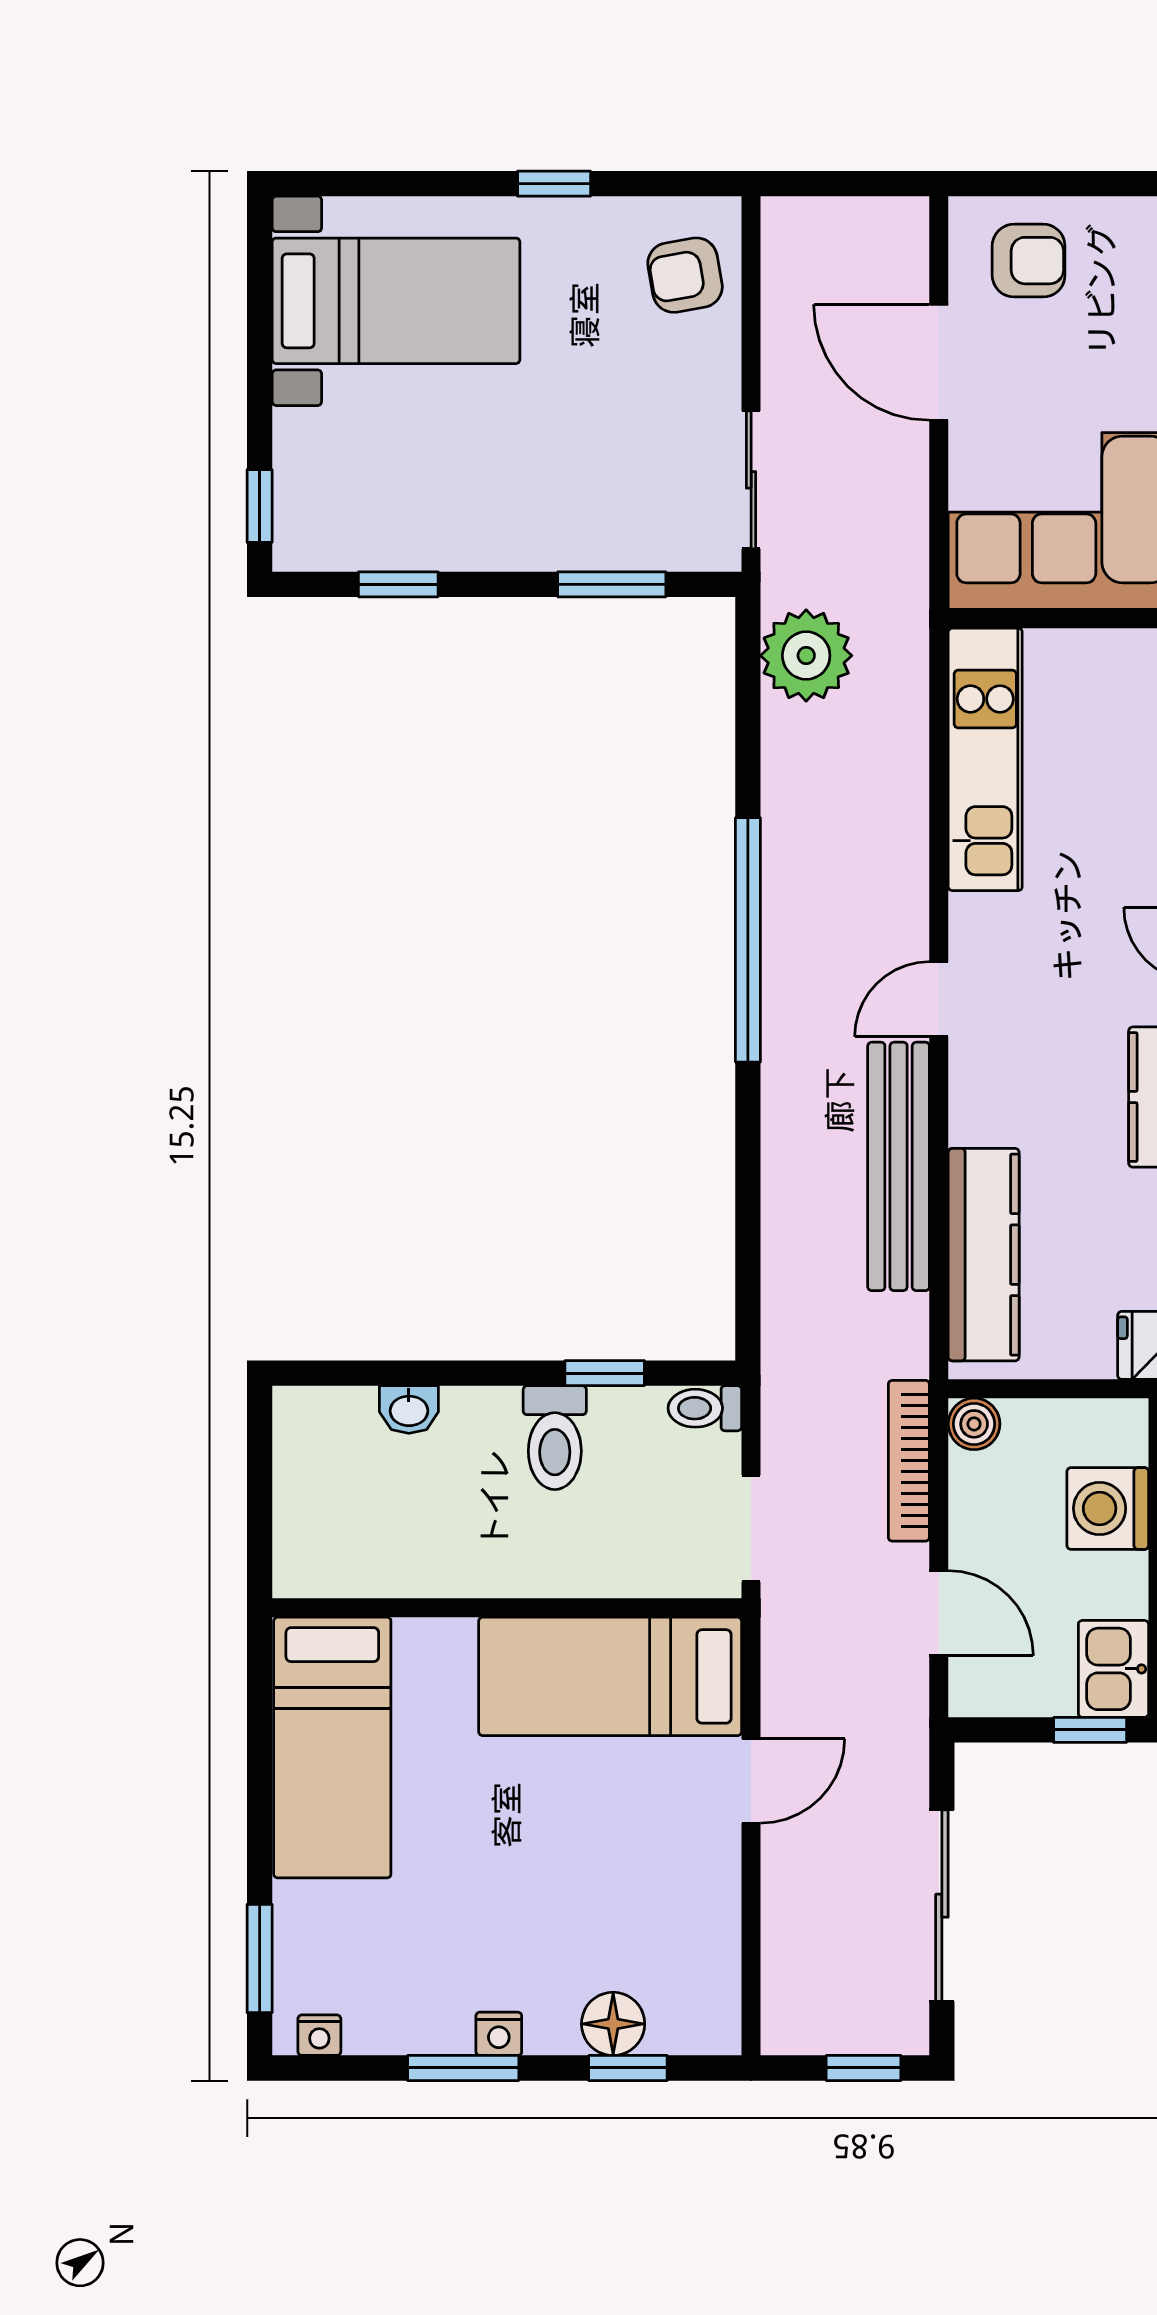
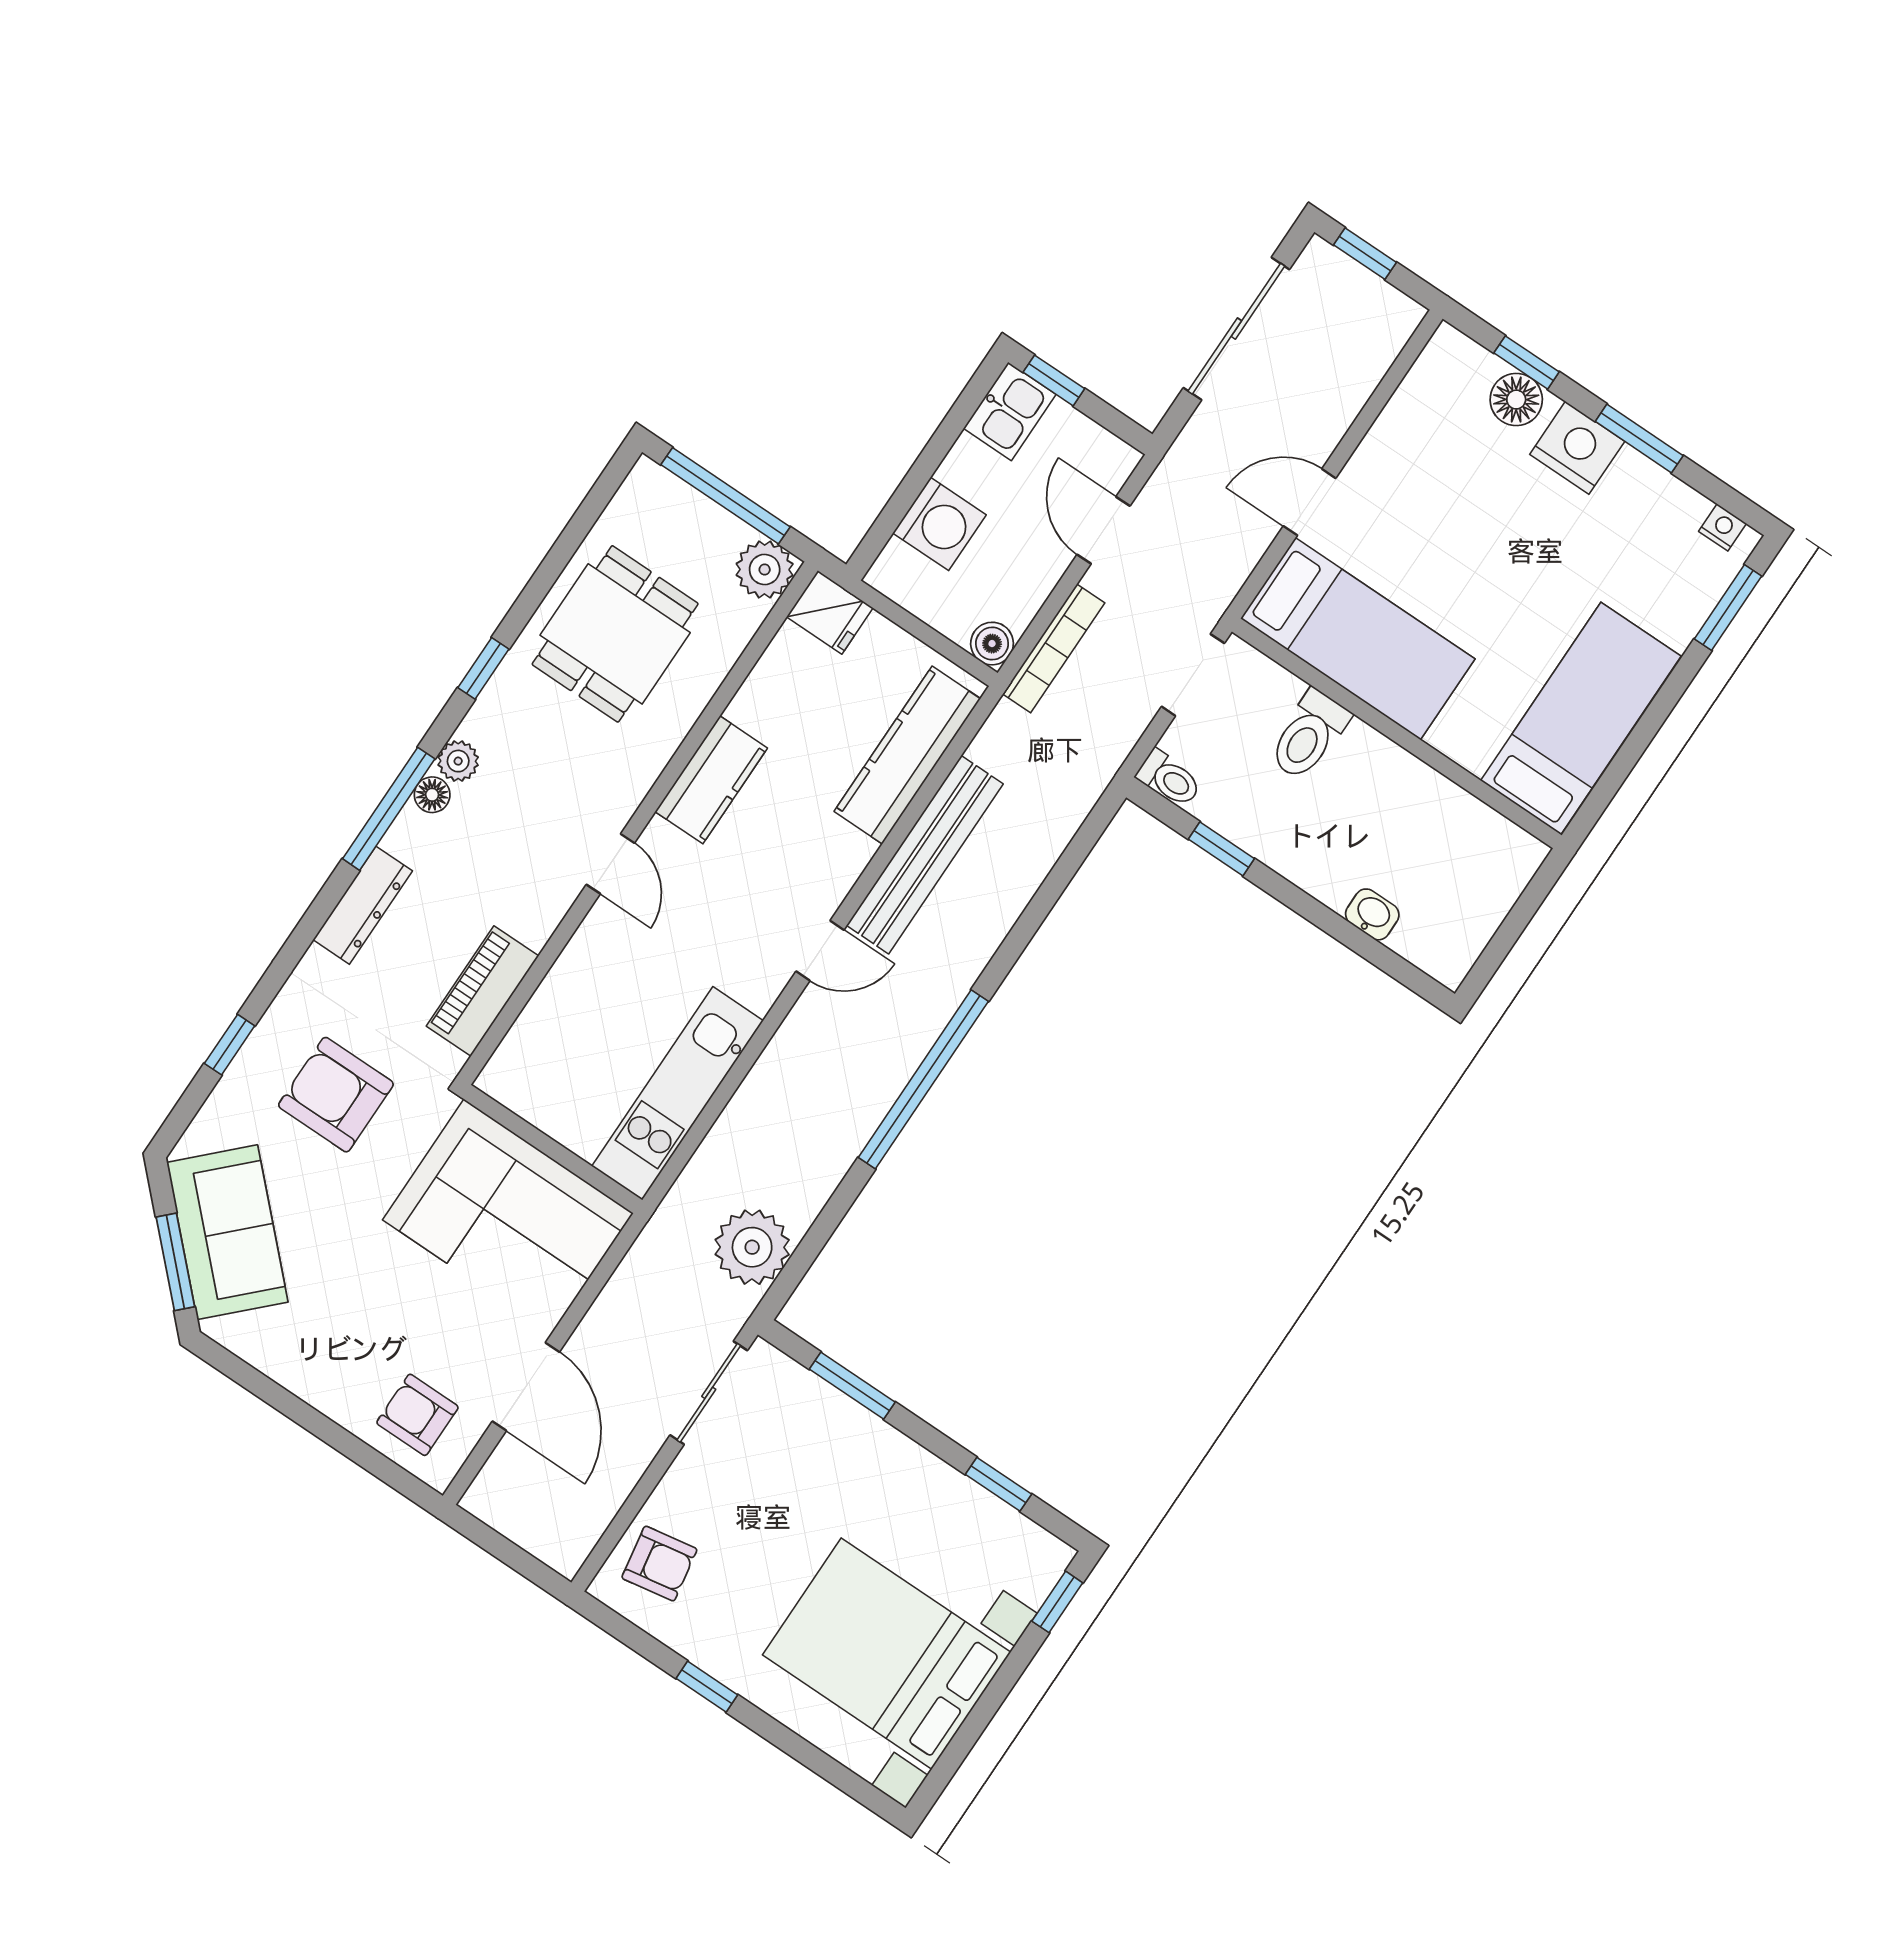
bed with nightstands: (396, 301) -> (887, 1654), width x1.36
toilet: (555, 1438) -> (1309, 735), moved, turned 180
nightstand: (499, 2034) -> (1577, 448), width x1.89, depth x1.79

